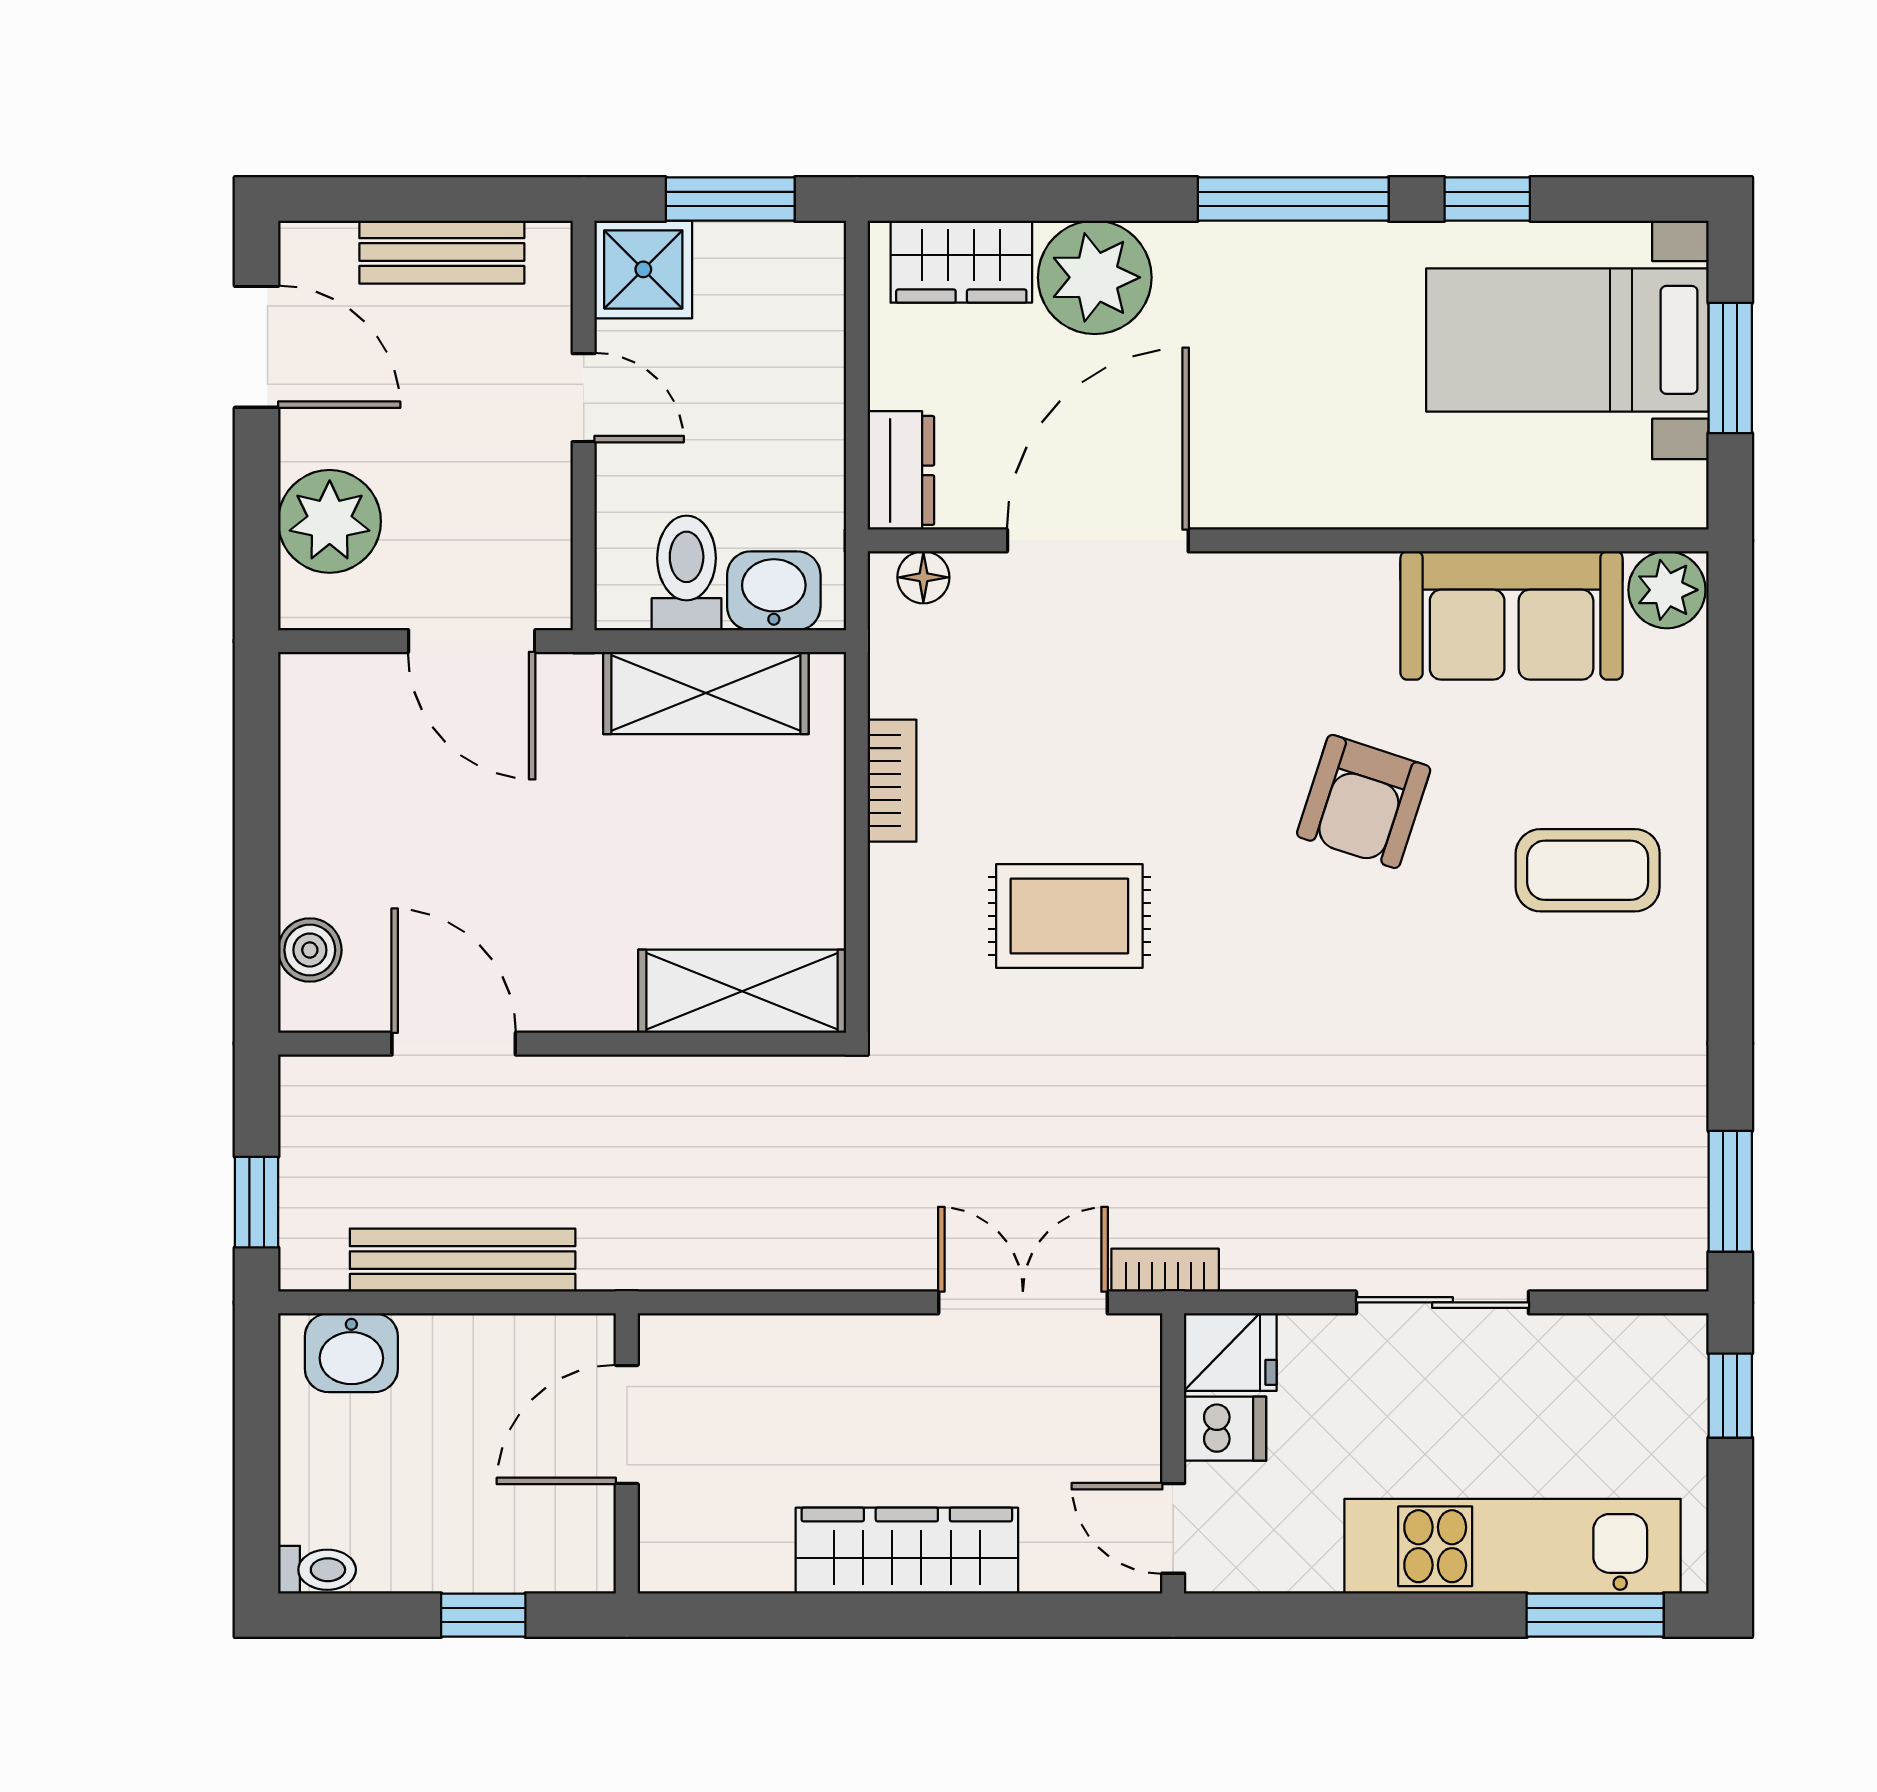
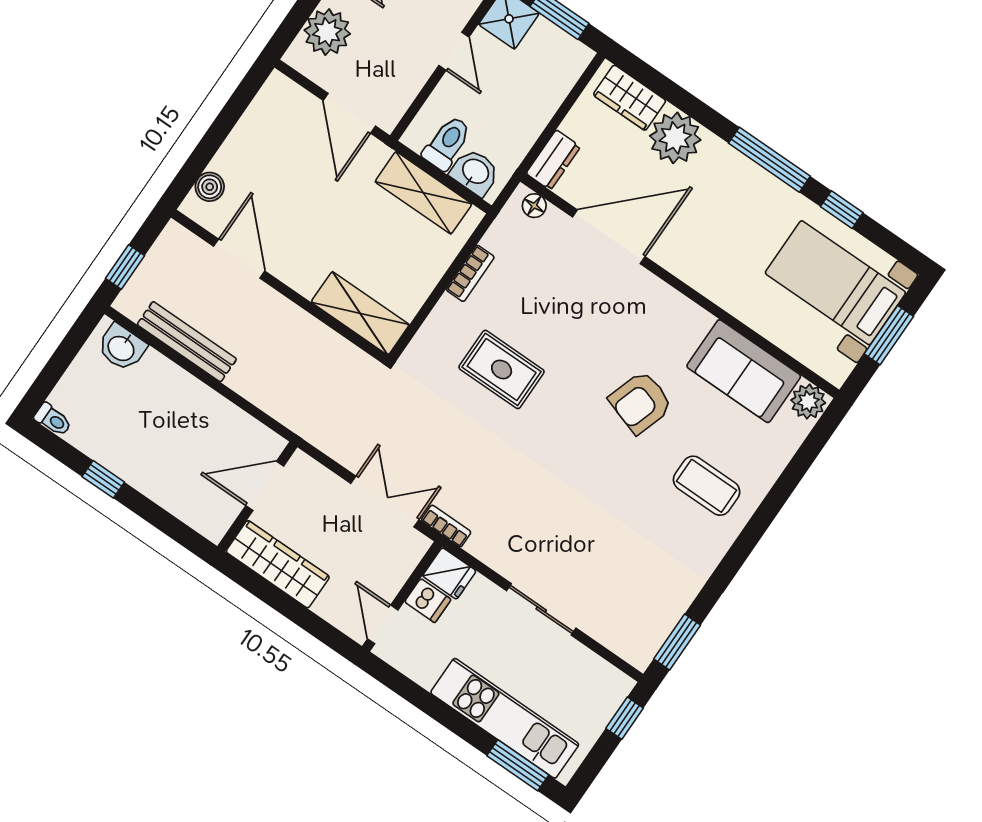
door: (627, 1424) -> (265, 486), moved
wall: (627, 1453) -> (257, 497), moved

